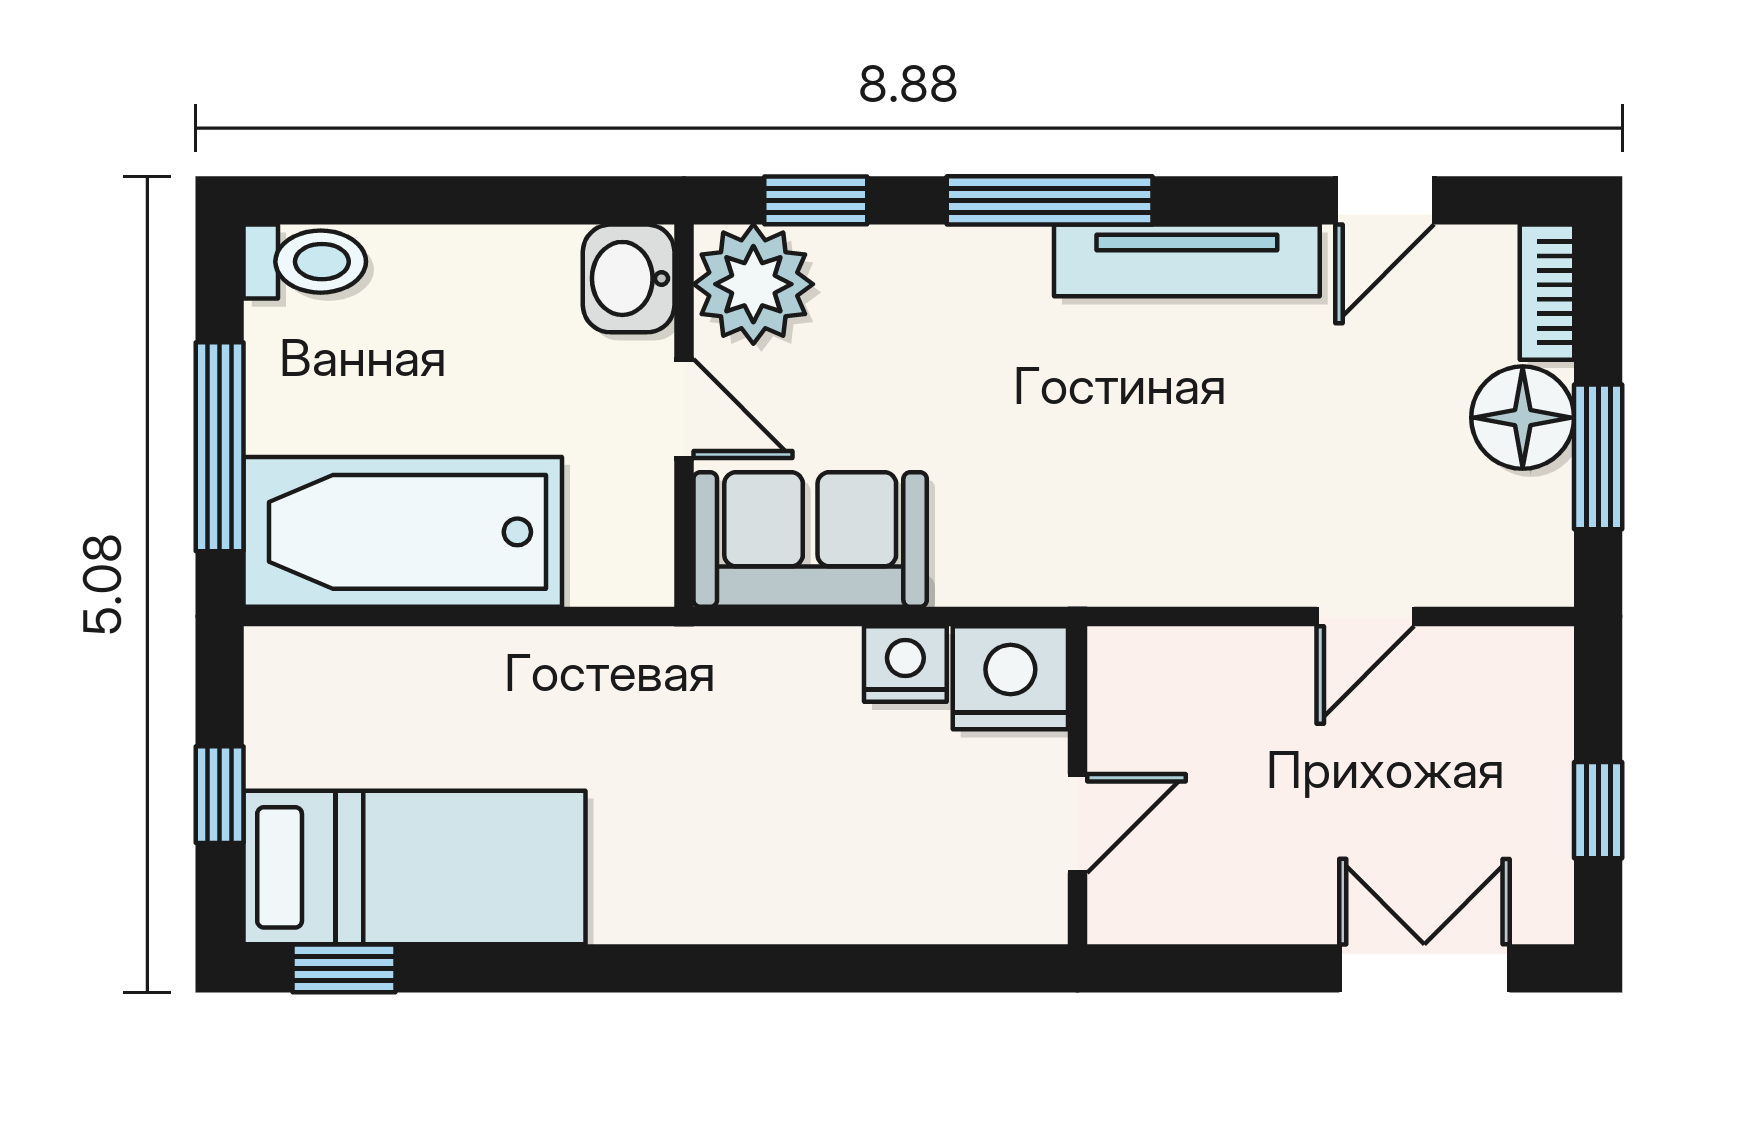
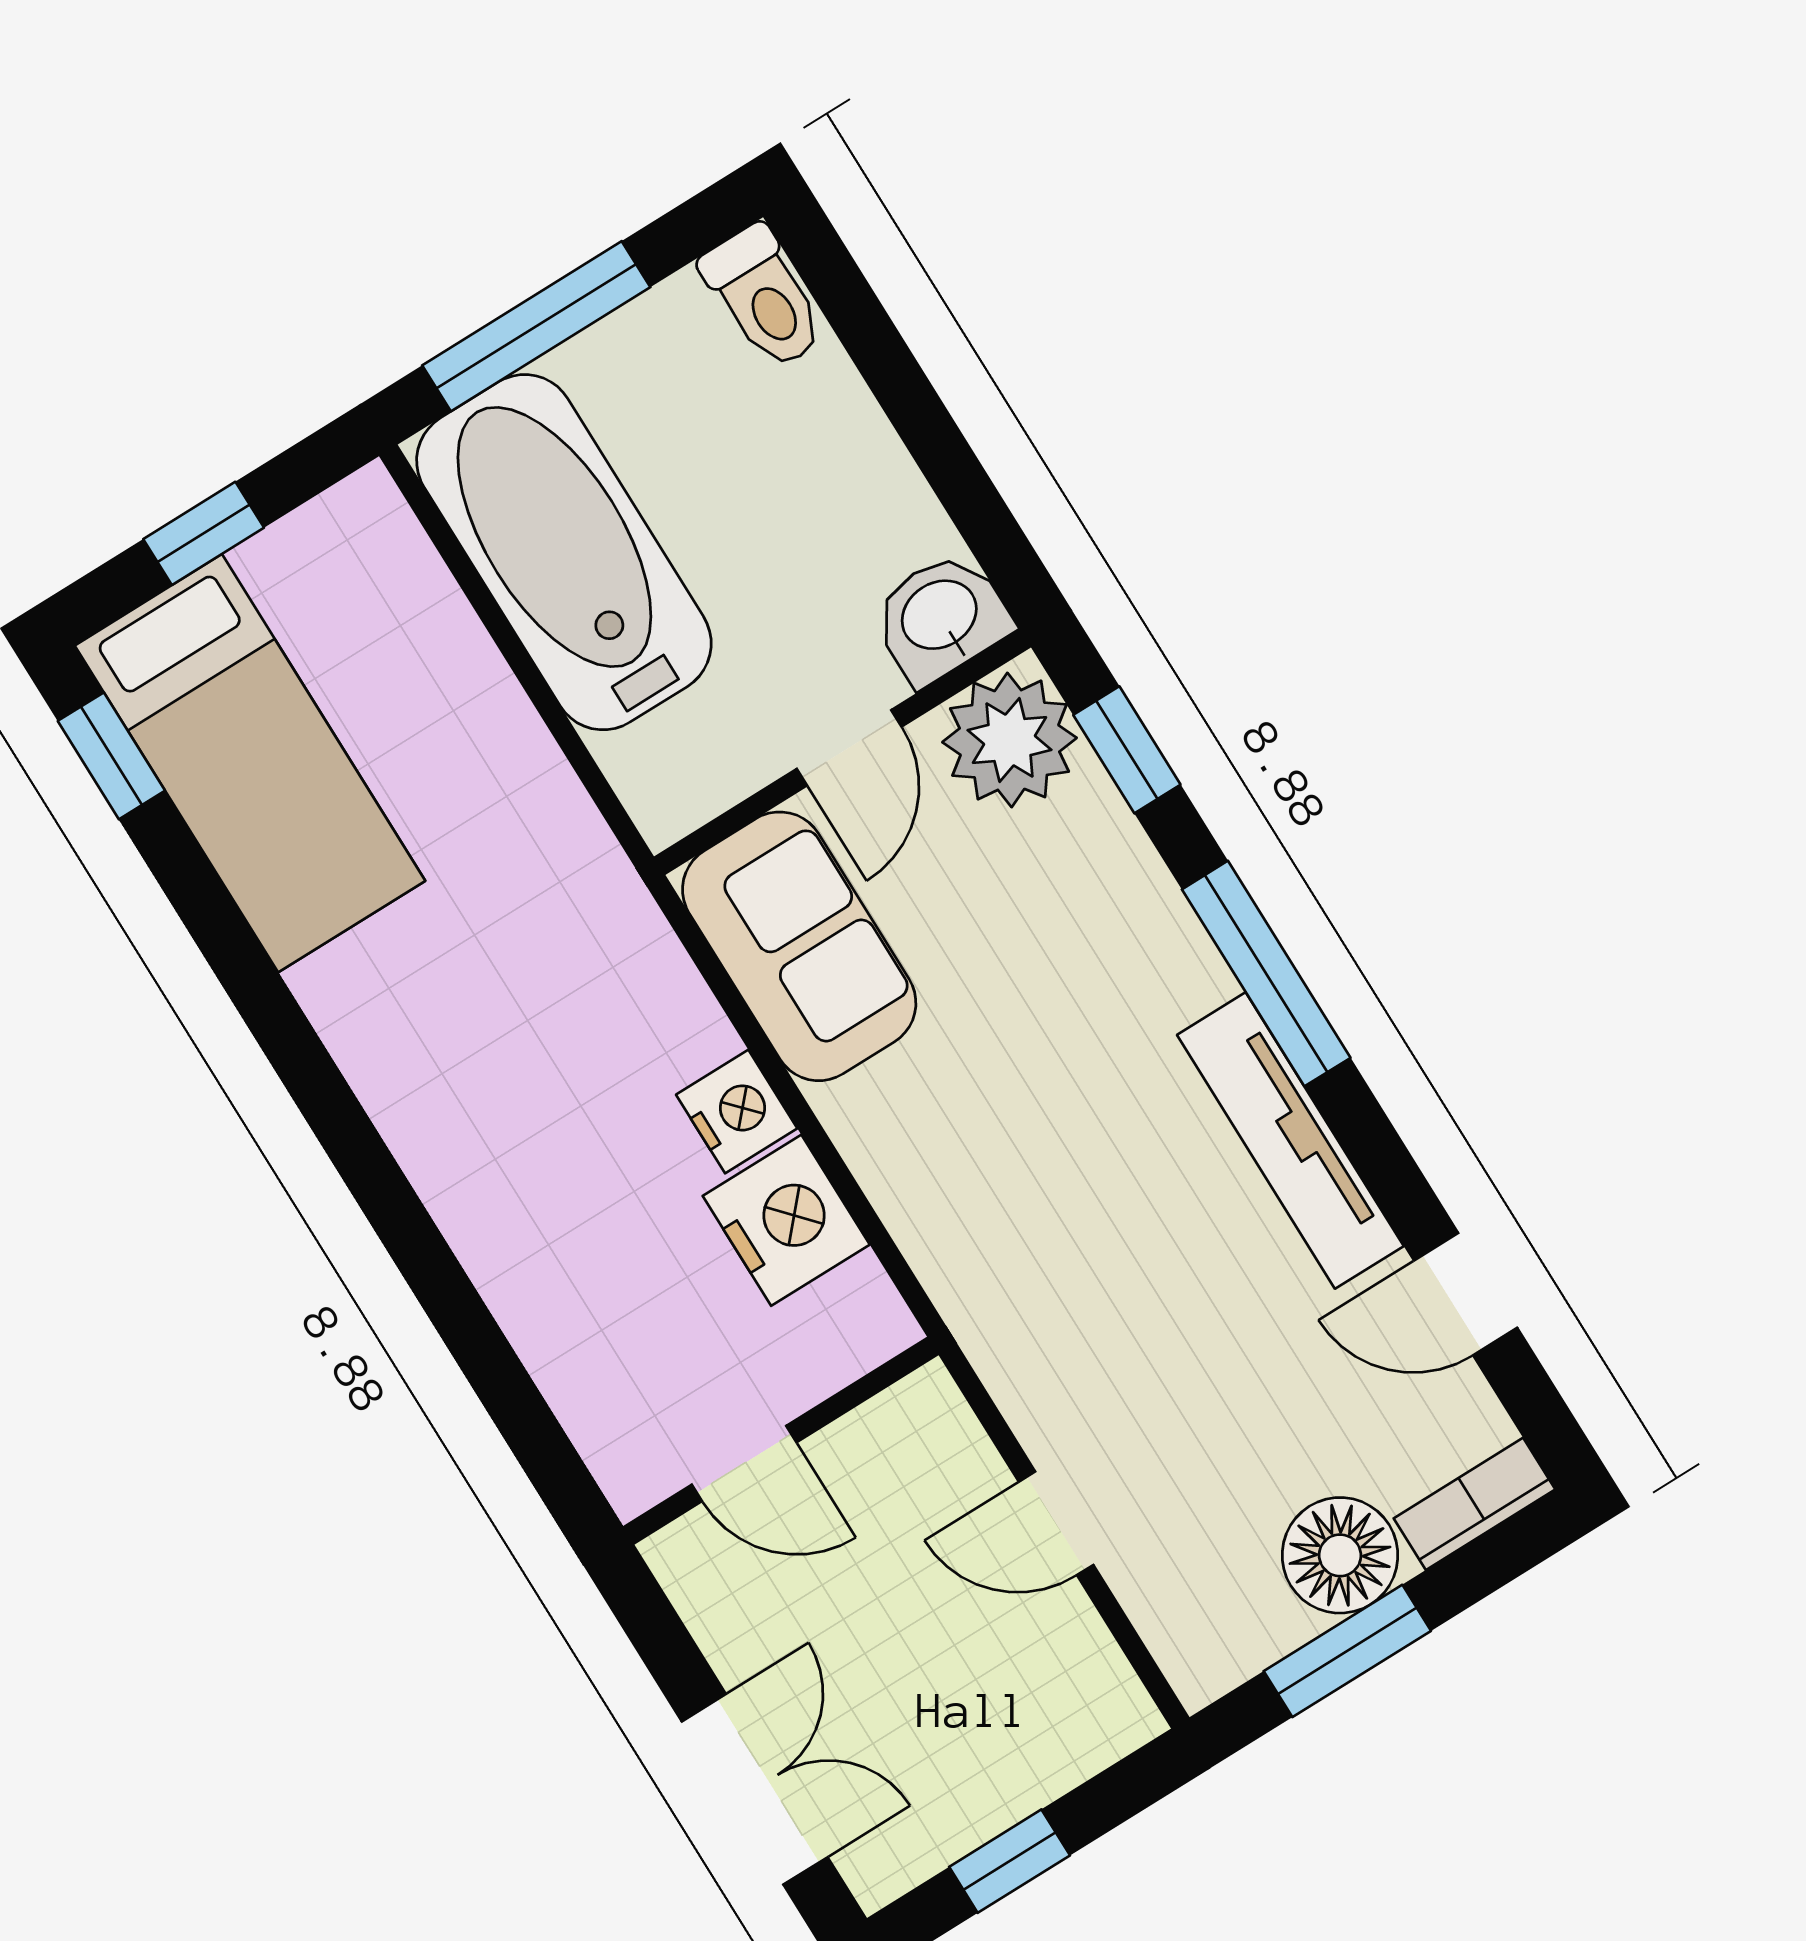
wall: (1078, 785) -> (781, 1441), moved
door: (1078, 823) -> (744, 1463), moved

